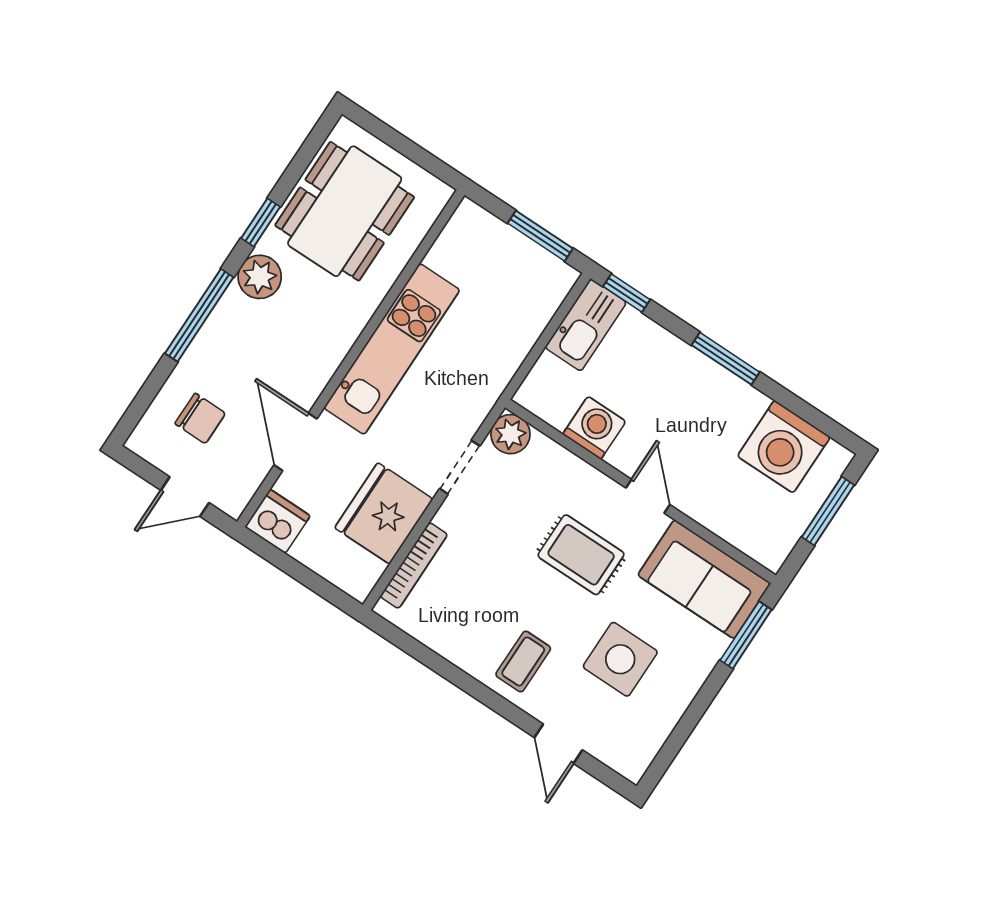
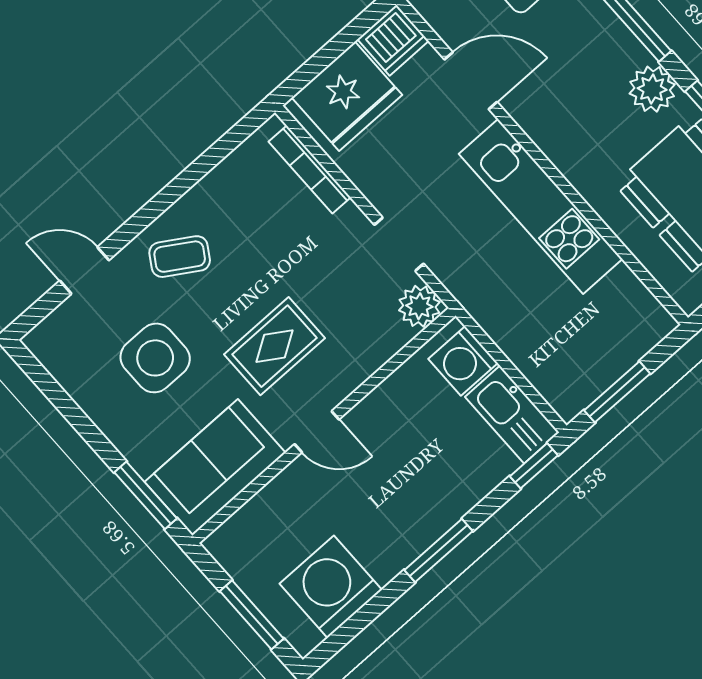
washing machine: (594, 428) -> (463, 361), moved, turned 90
fridge: (384, 513) -> (347, 96), moved, turned 90
coffee table: (523, 661) -> (180, 257), turned -58

